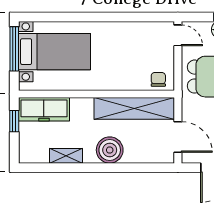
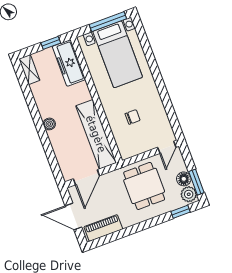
chair: (158, 79) -> (133, 117), moved
boiler: (110, 150) -> (49, 124), width x0.54, depth x0.54
shelving: (66, 156) -> (29, 70), moved

